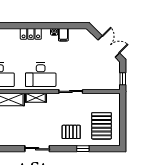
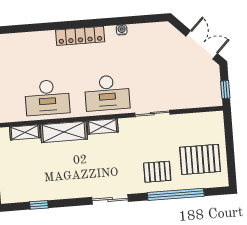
locker: (31, 34) -> (80, 36), width x1.53
filing cabinet: (63, 35) -> (135, 33), removed
pallet: (102, 126) -> (200, 159), turned 90
window: (83, 149) -> (176, 194), width x3.17

